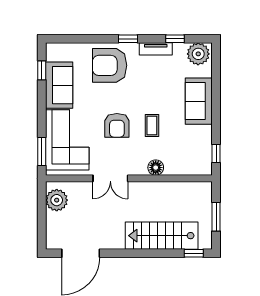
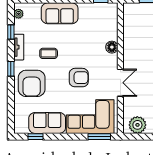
plant: (198, 54) -> (19, 14), width x0.53, depth x0.53
coffee table: (152, 125) -> (49, 53), moved

